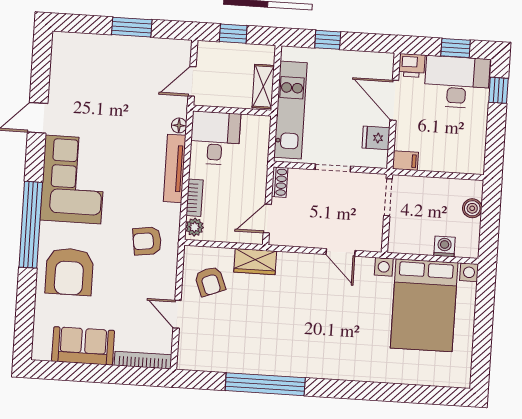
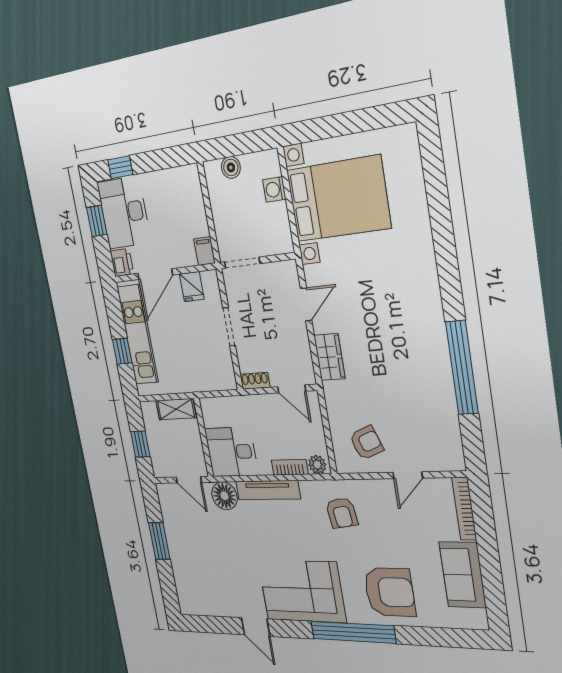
kitchen unit: (291, 110) -> (138, 335), moved, turned 90
floor lamp: (179, 125) -> (224, 496), width x1.89, depth x1.89
wardrobe: (255, 262) -> (330, 357), moved

